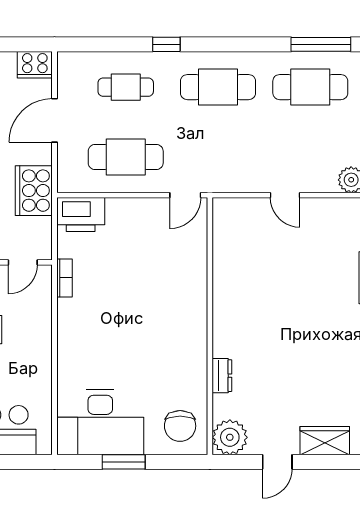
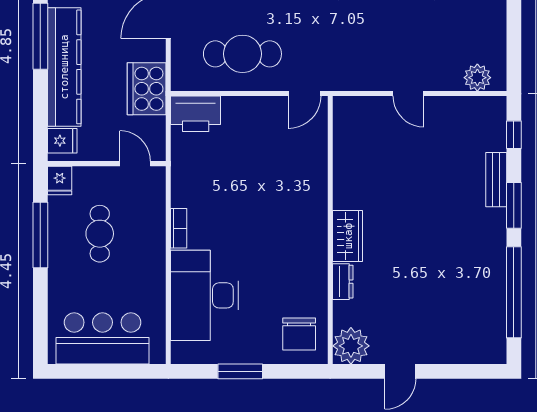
door: (23, 262) -> (135, 164), swing flipped
bookcase: (64, 278) -> (179, 228), moved
desk: (100, 422) -> (205, 295), moved, turned 90
wardrobe: (325, 441) -> (348, 236), moved, turned 90

